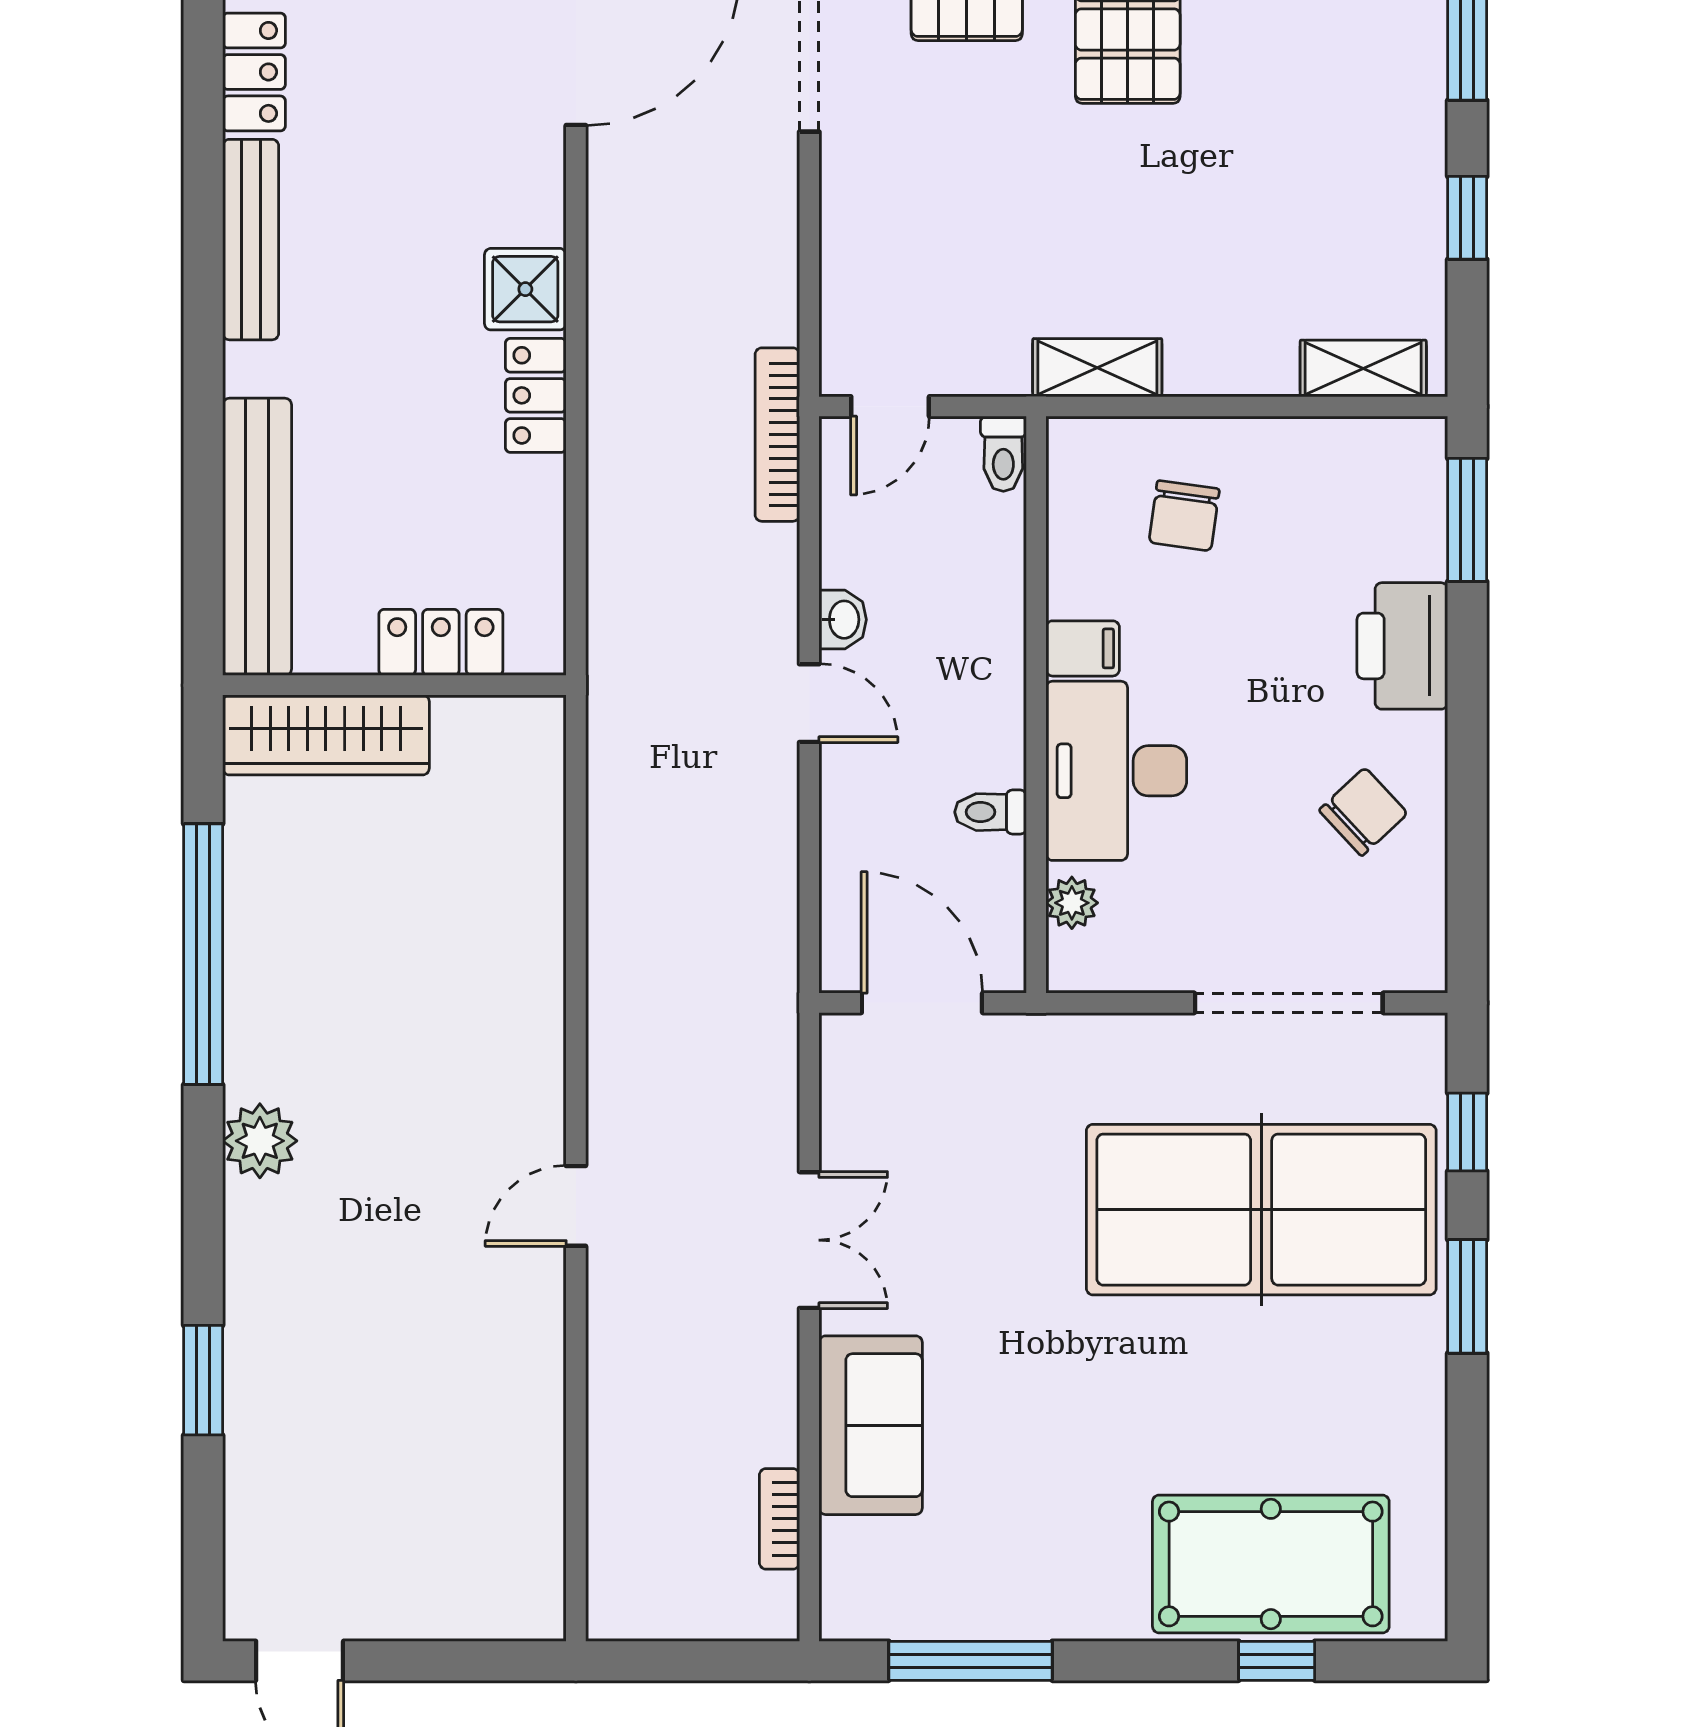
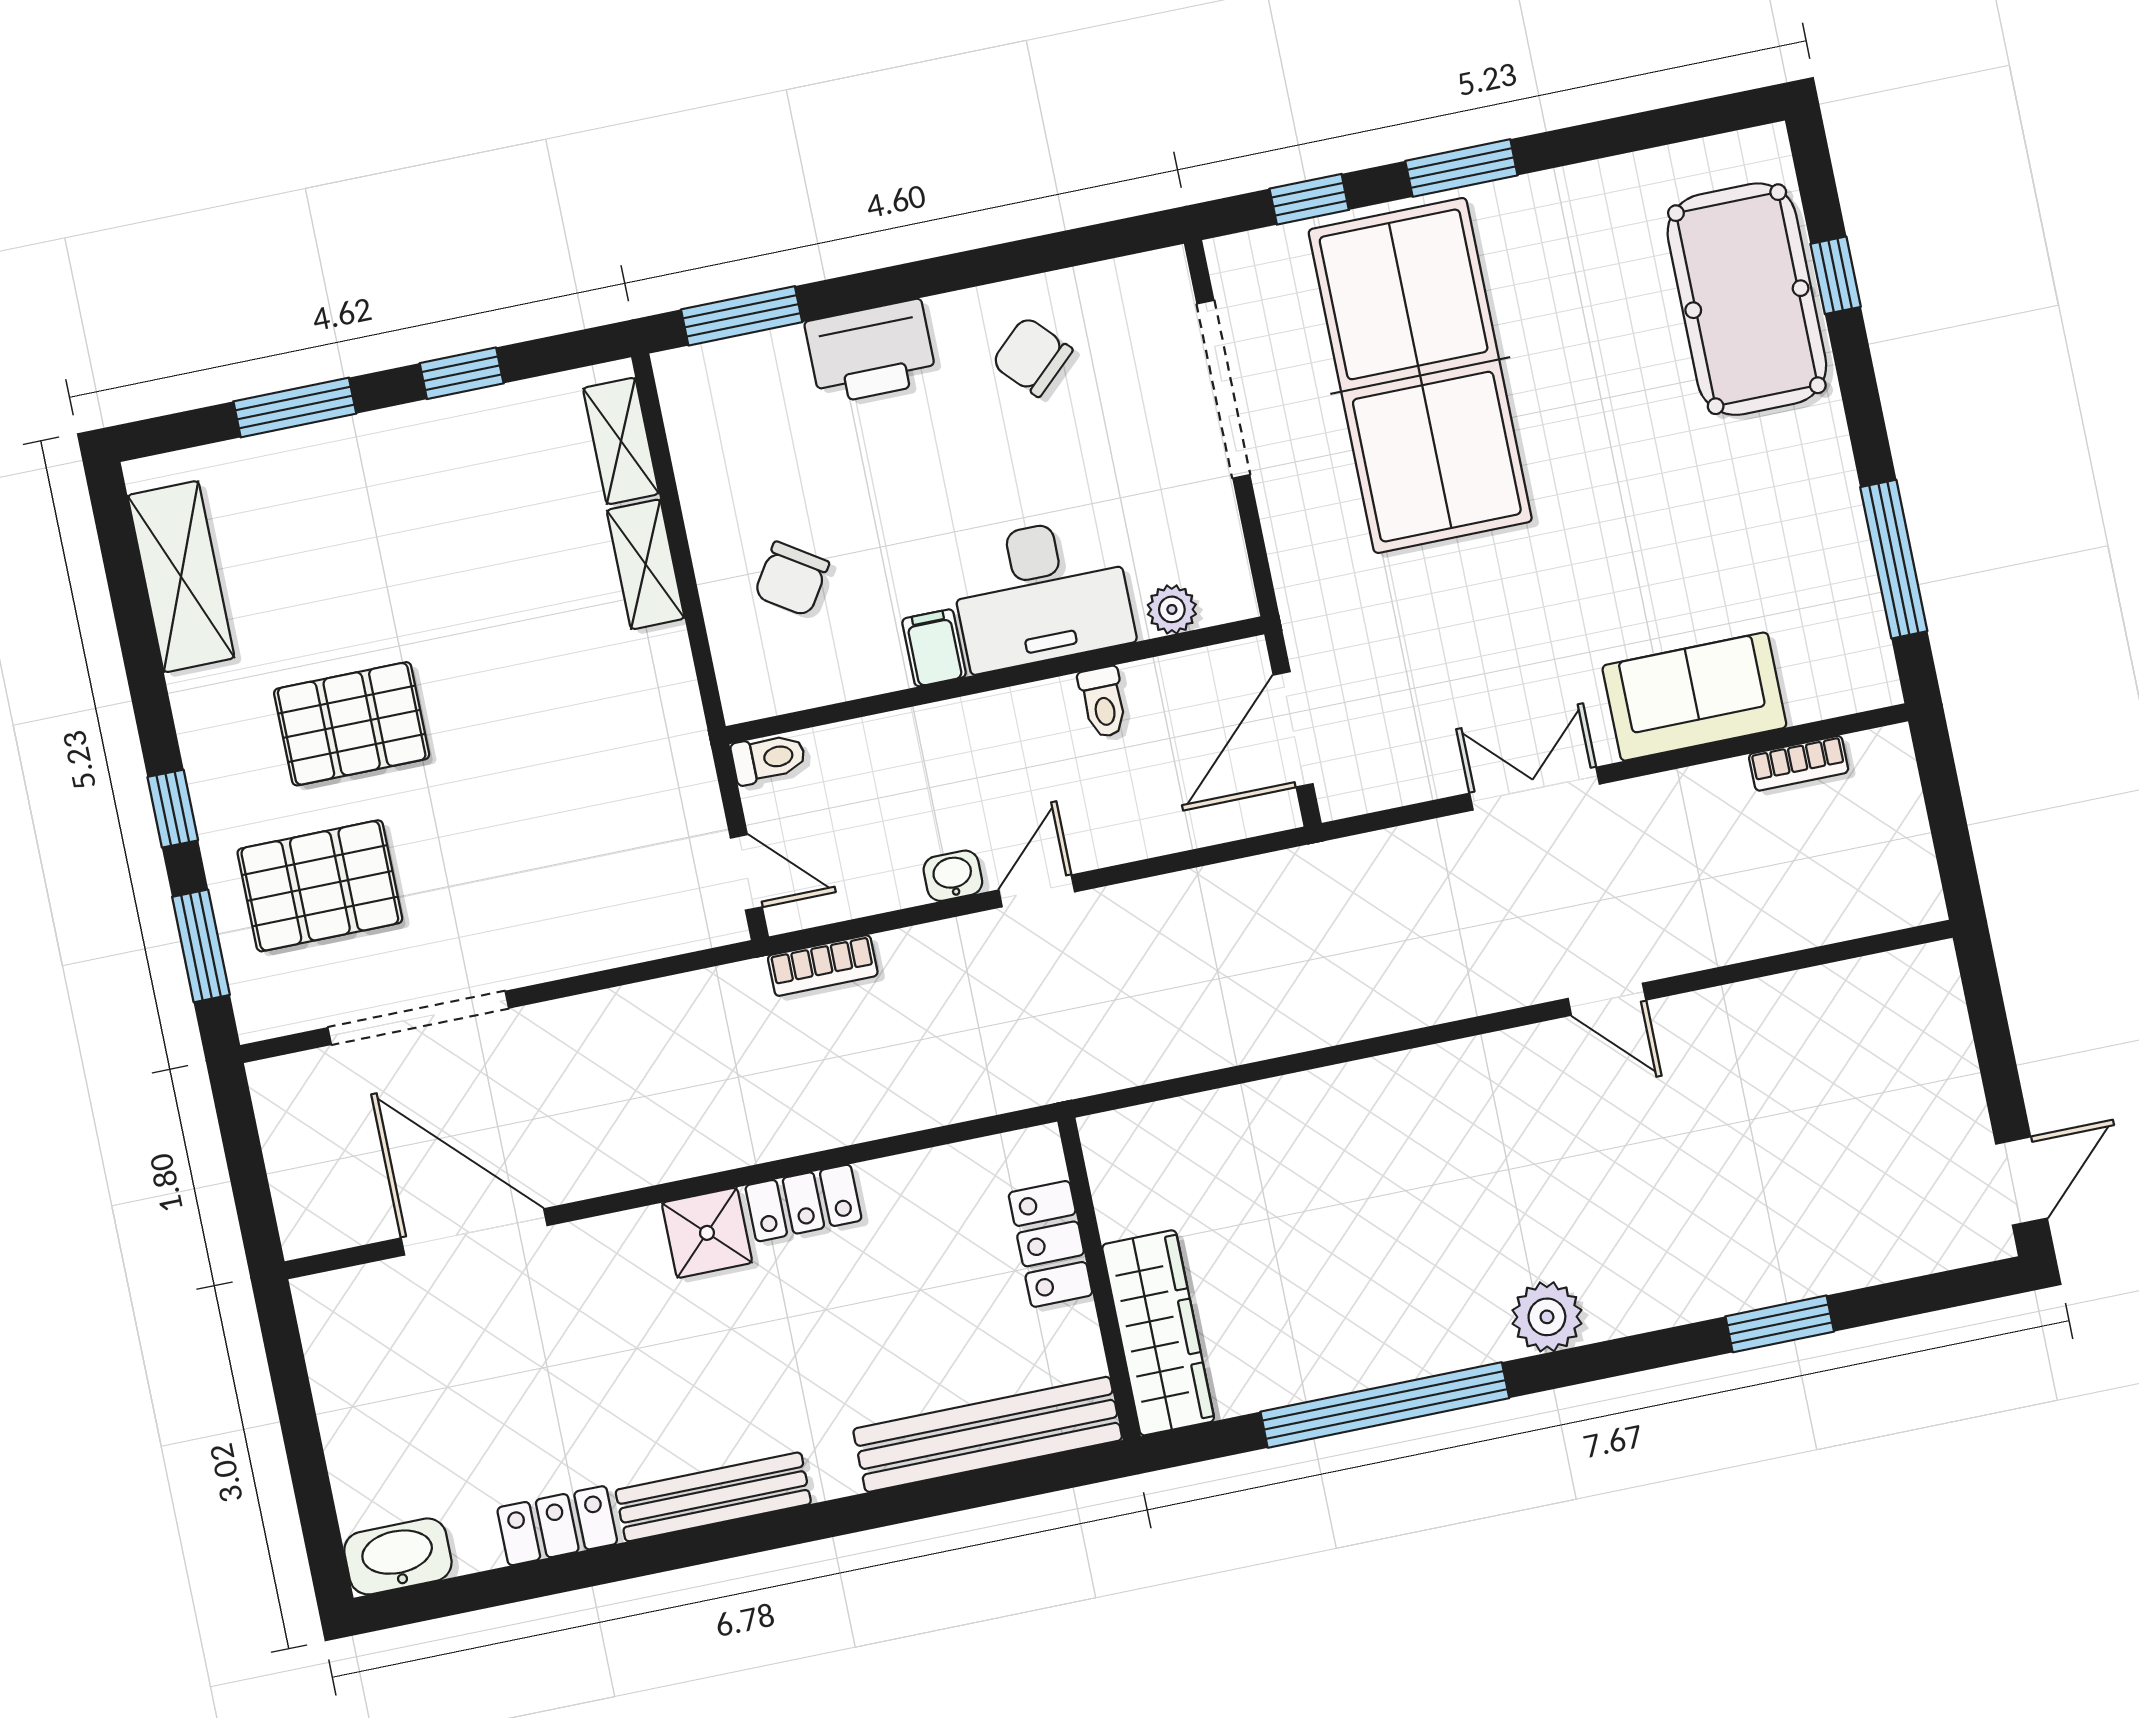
shelving: (1097, 368) -> (646, 564), moved
bookcase: (777, 435) -> (823, 966), width x0.64
chair: (1184, 516) -> (792, 579), turned 115
door: (576, 1206) -> (1607, 999), moved

